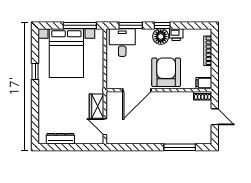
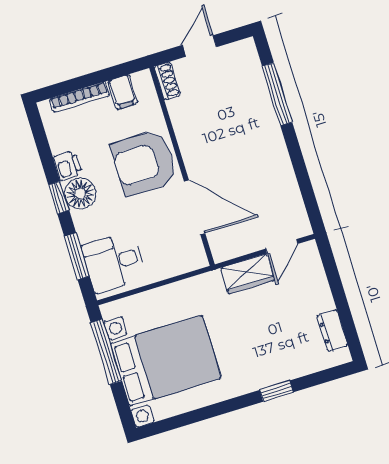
window: (35, 71) -> (276, 391), moved
filing cabinet: (204, 83) -> (123, 92), moved
dresser: (60, 139) -> (332, 331), width x0.70

